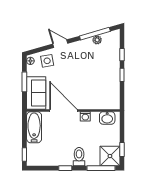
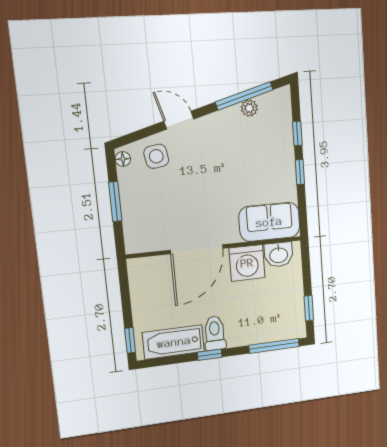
sofa: (36, 93) -> (269, 222), moved, turned -90
door: (63, 110) -> (197, 249), swing flipped
washing machine: (85, 116) -> (247, 263), width x1.89, depth x1.89
bathtub: (34, 127) -> (174, 342), moved, turned -90
shower: (110, 156) -> (288, 322), removed
toilet: (79, 157) -> (215, 333), moved

